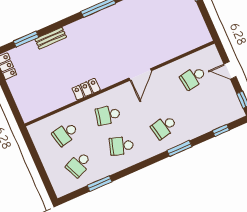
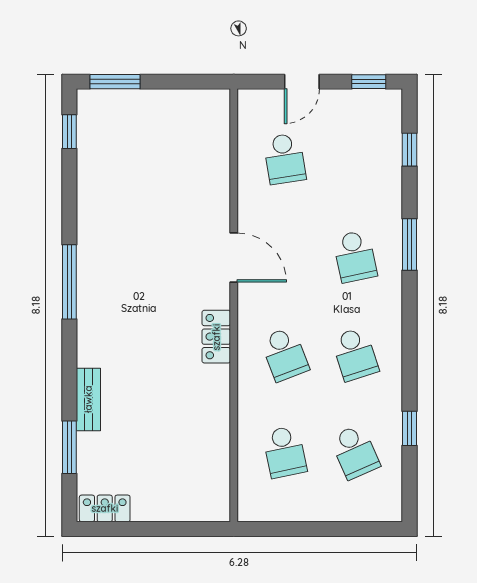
locker: (86, 89) -> (216, 337), moved
school desk: (108, 115) -> (285, 354), turned -33
school desk: (121, 146) -> (355, 354), turned -36
window: (99, 184) -> (410, 428), width x0.67

